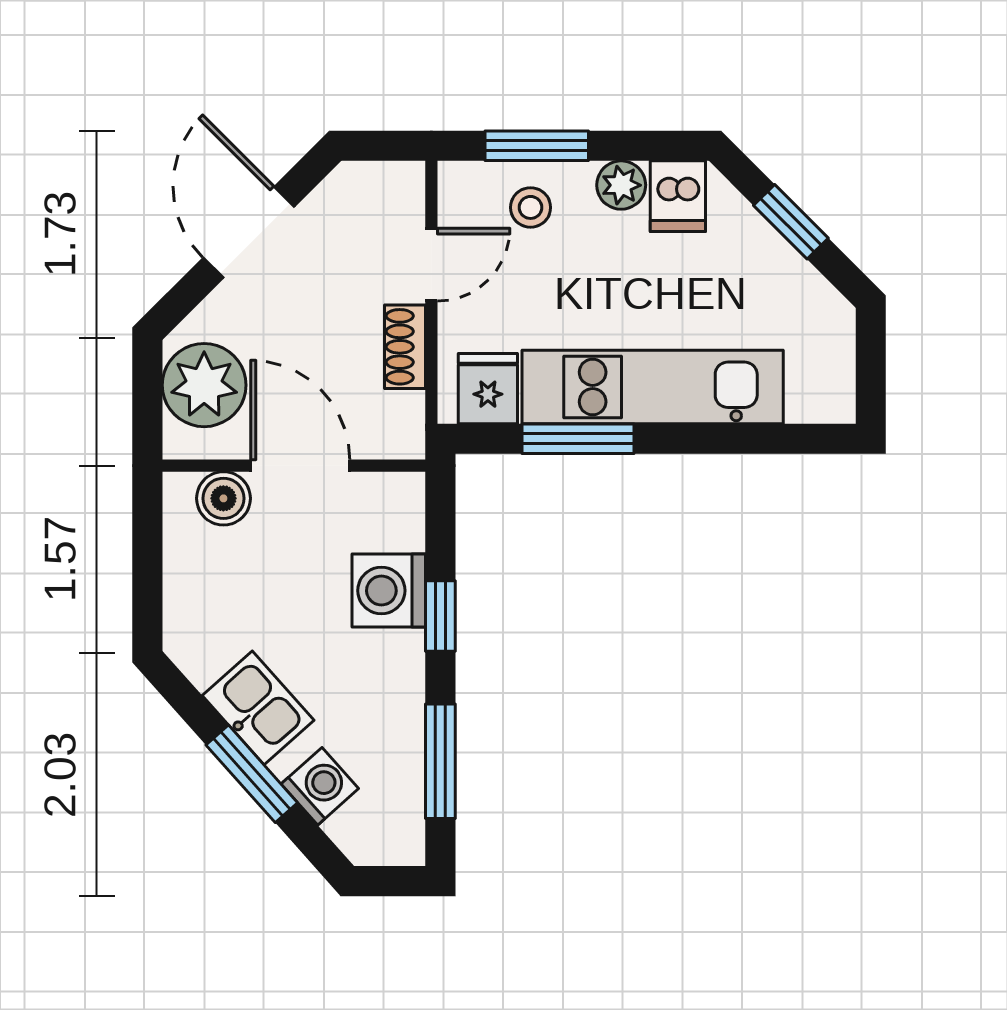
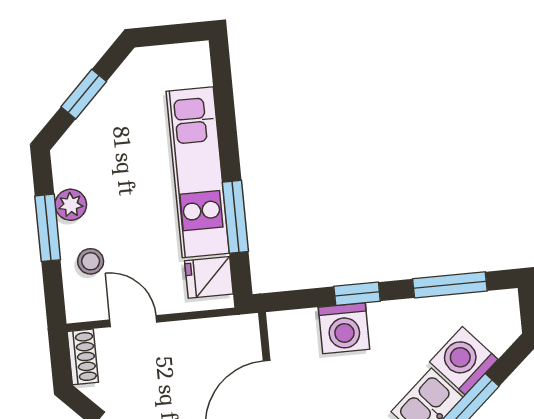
window: (537, 146) -> (48, 228), moved
dishwasher: (678, 196) -> (74, 168), removed
shoe rack: (405, 347) -> (83, 357), moved, turned -90
washing machine: (320, 786) -> (464, 361), width x1.38, depth x1.38

